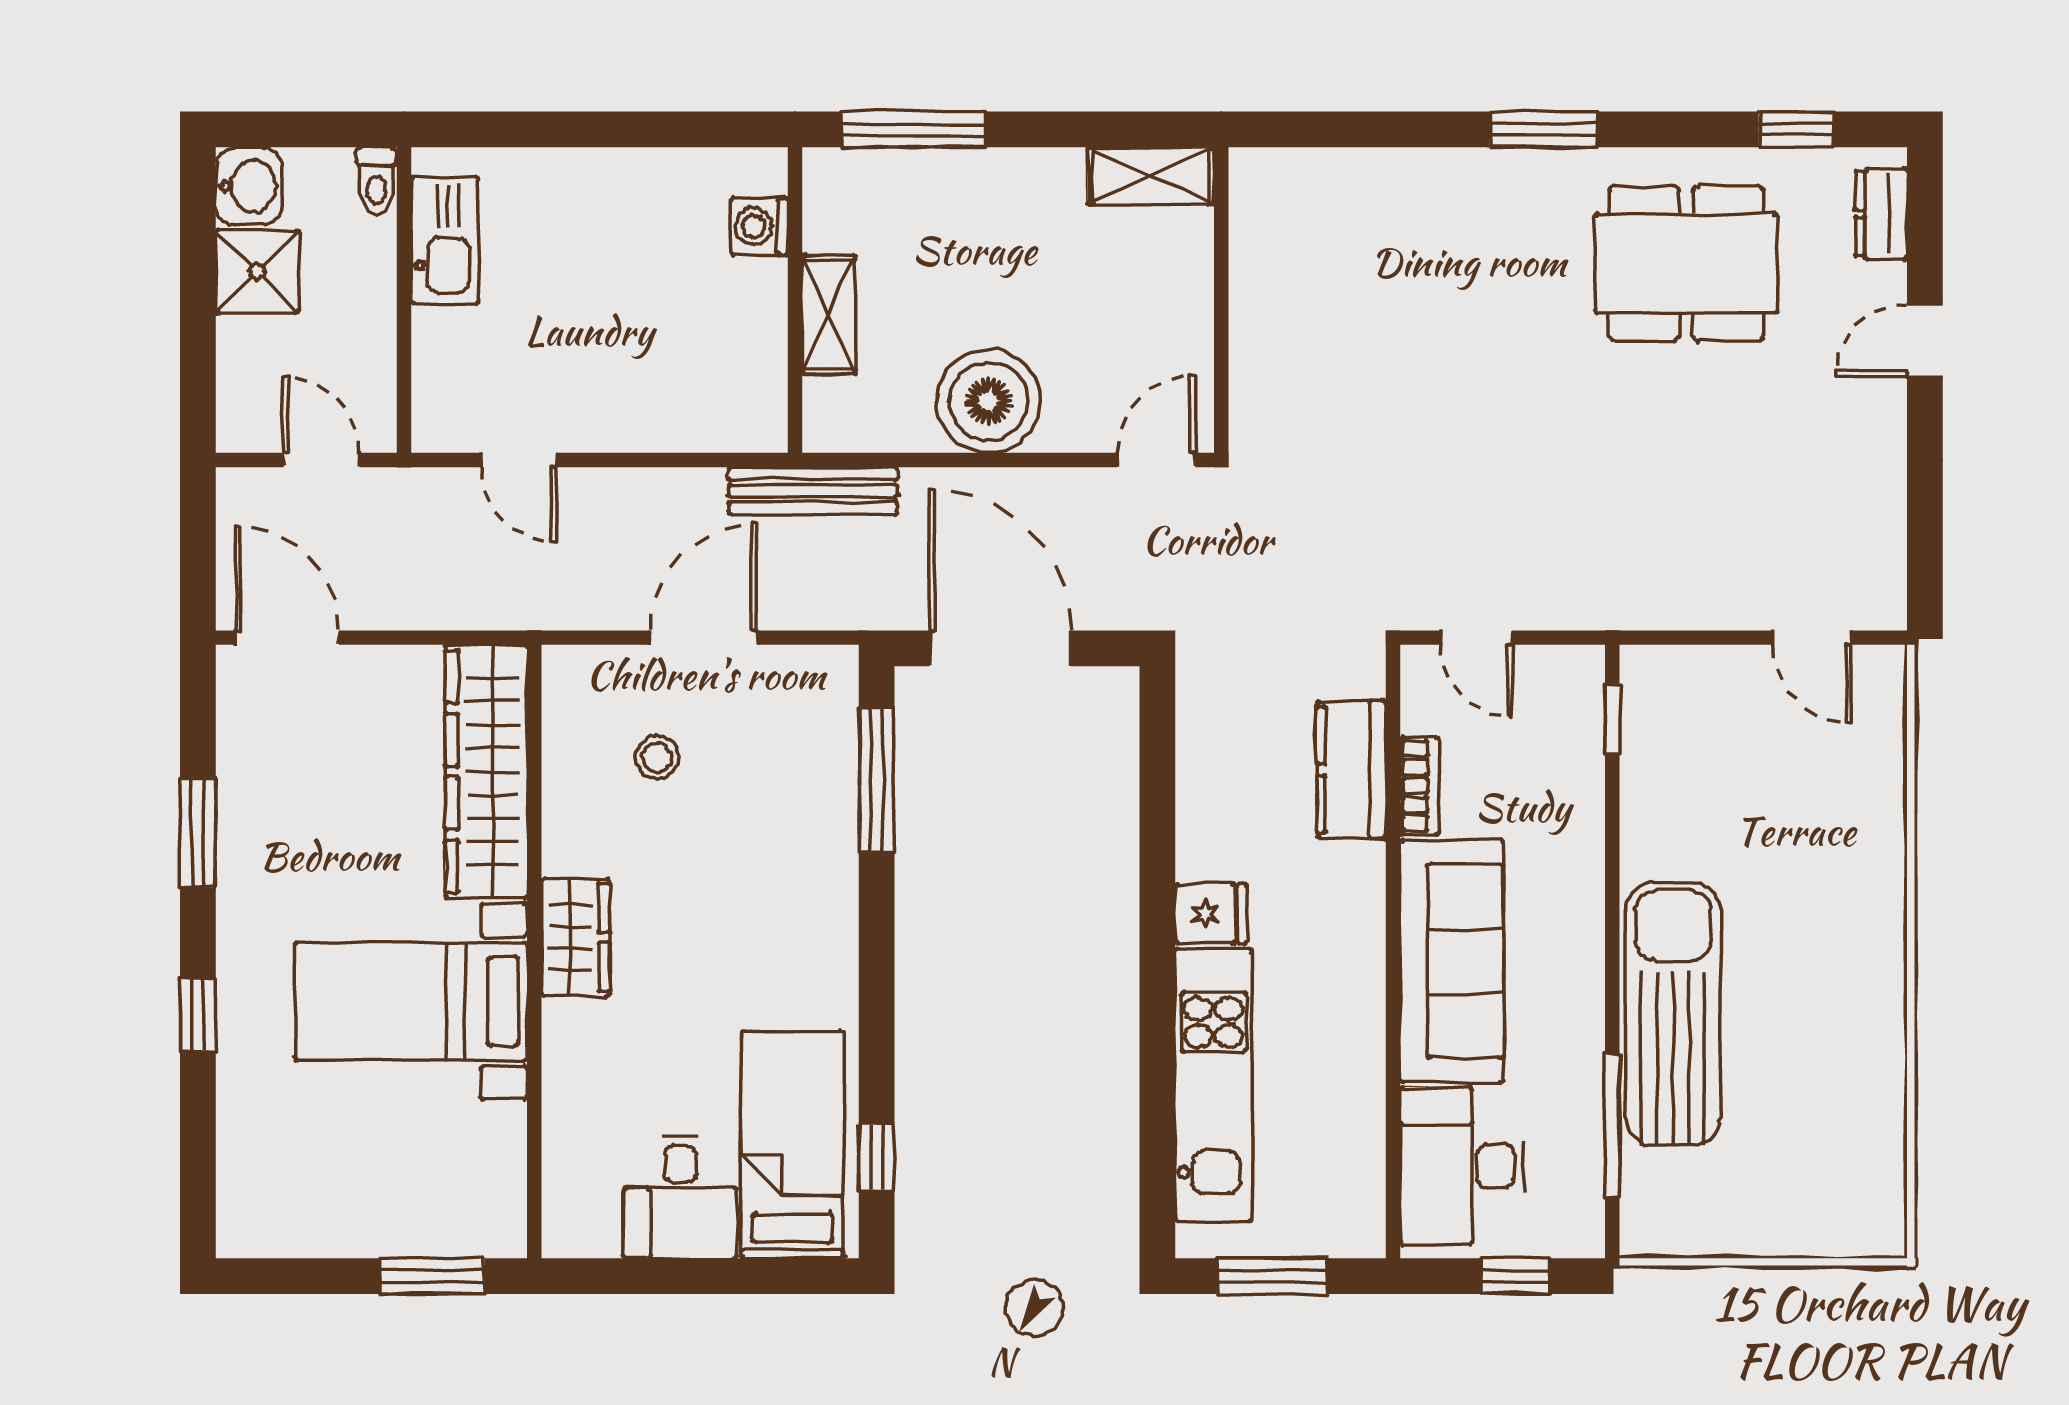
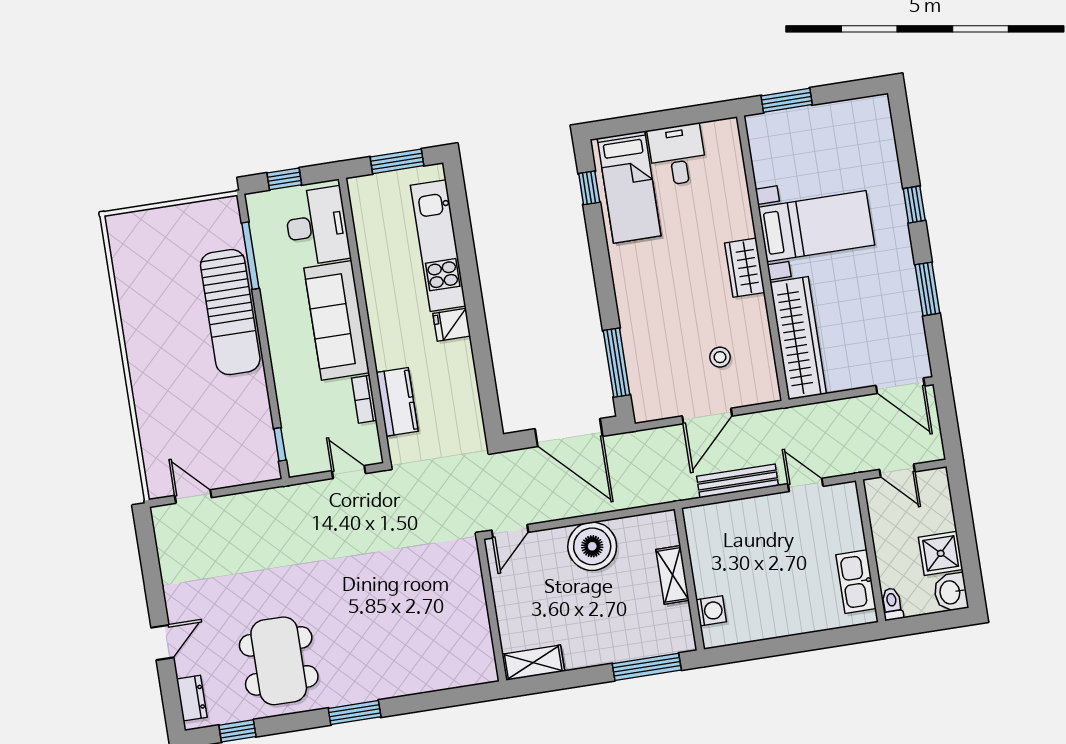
dining table: (1686, 263) -> (279, 661), turned 90
bench: (813, 491) -> (738, 481), moved

